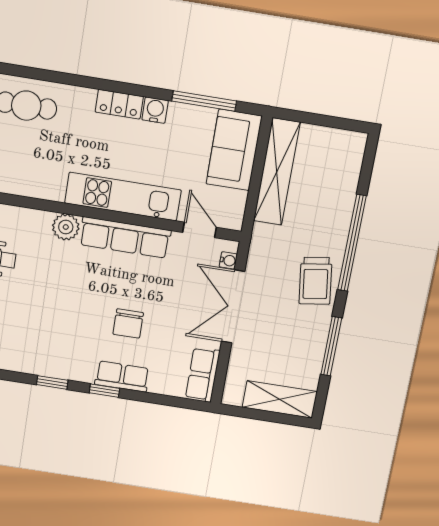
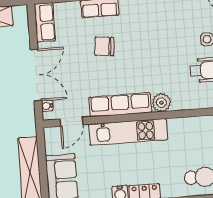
door: (199, 230) -> (72, 122), hinge flipped
chair: (128, 323) -> (104, 46), turned -84

